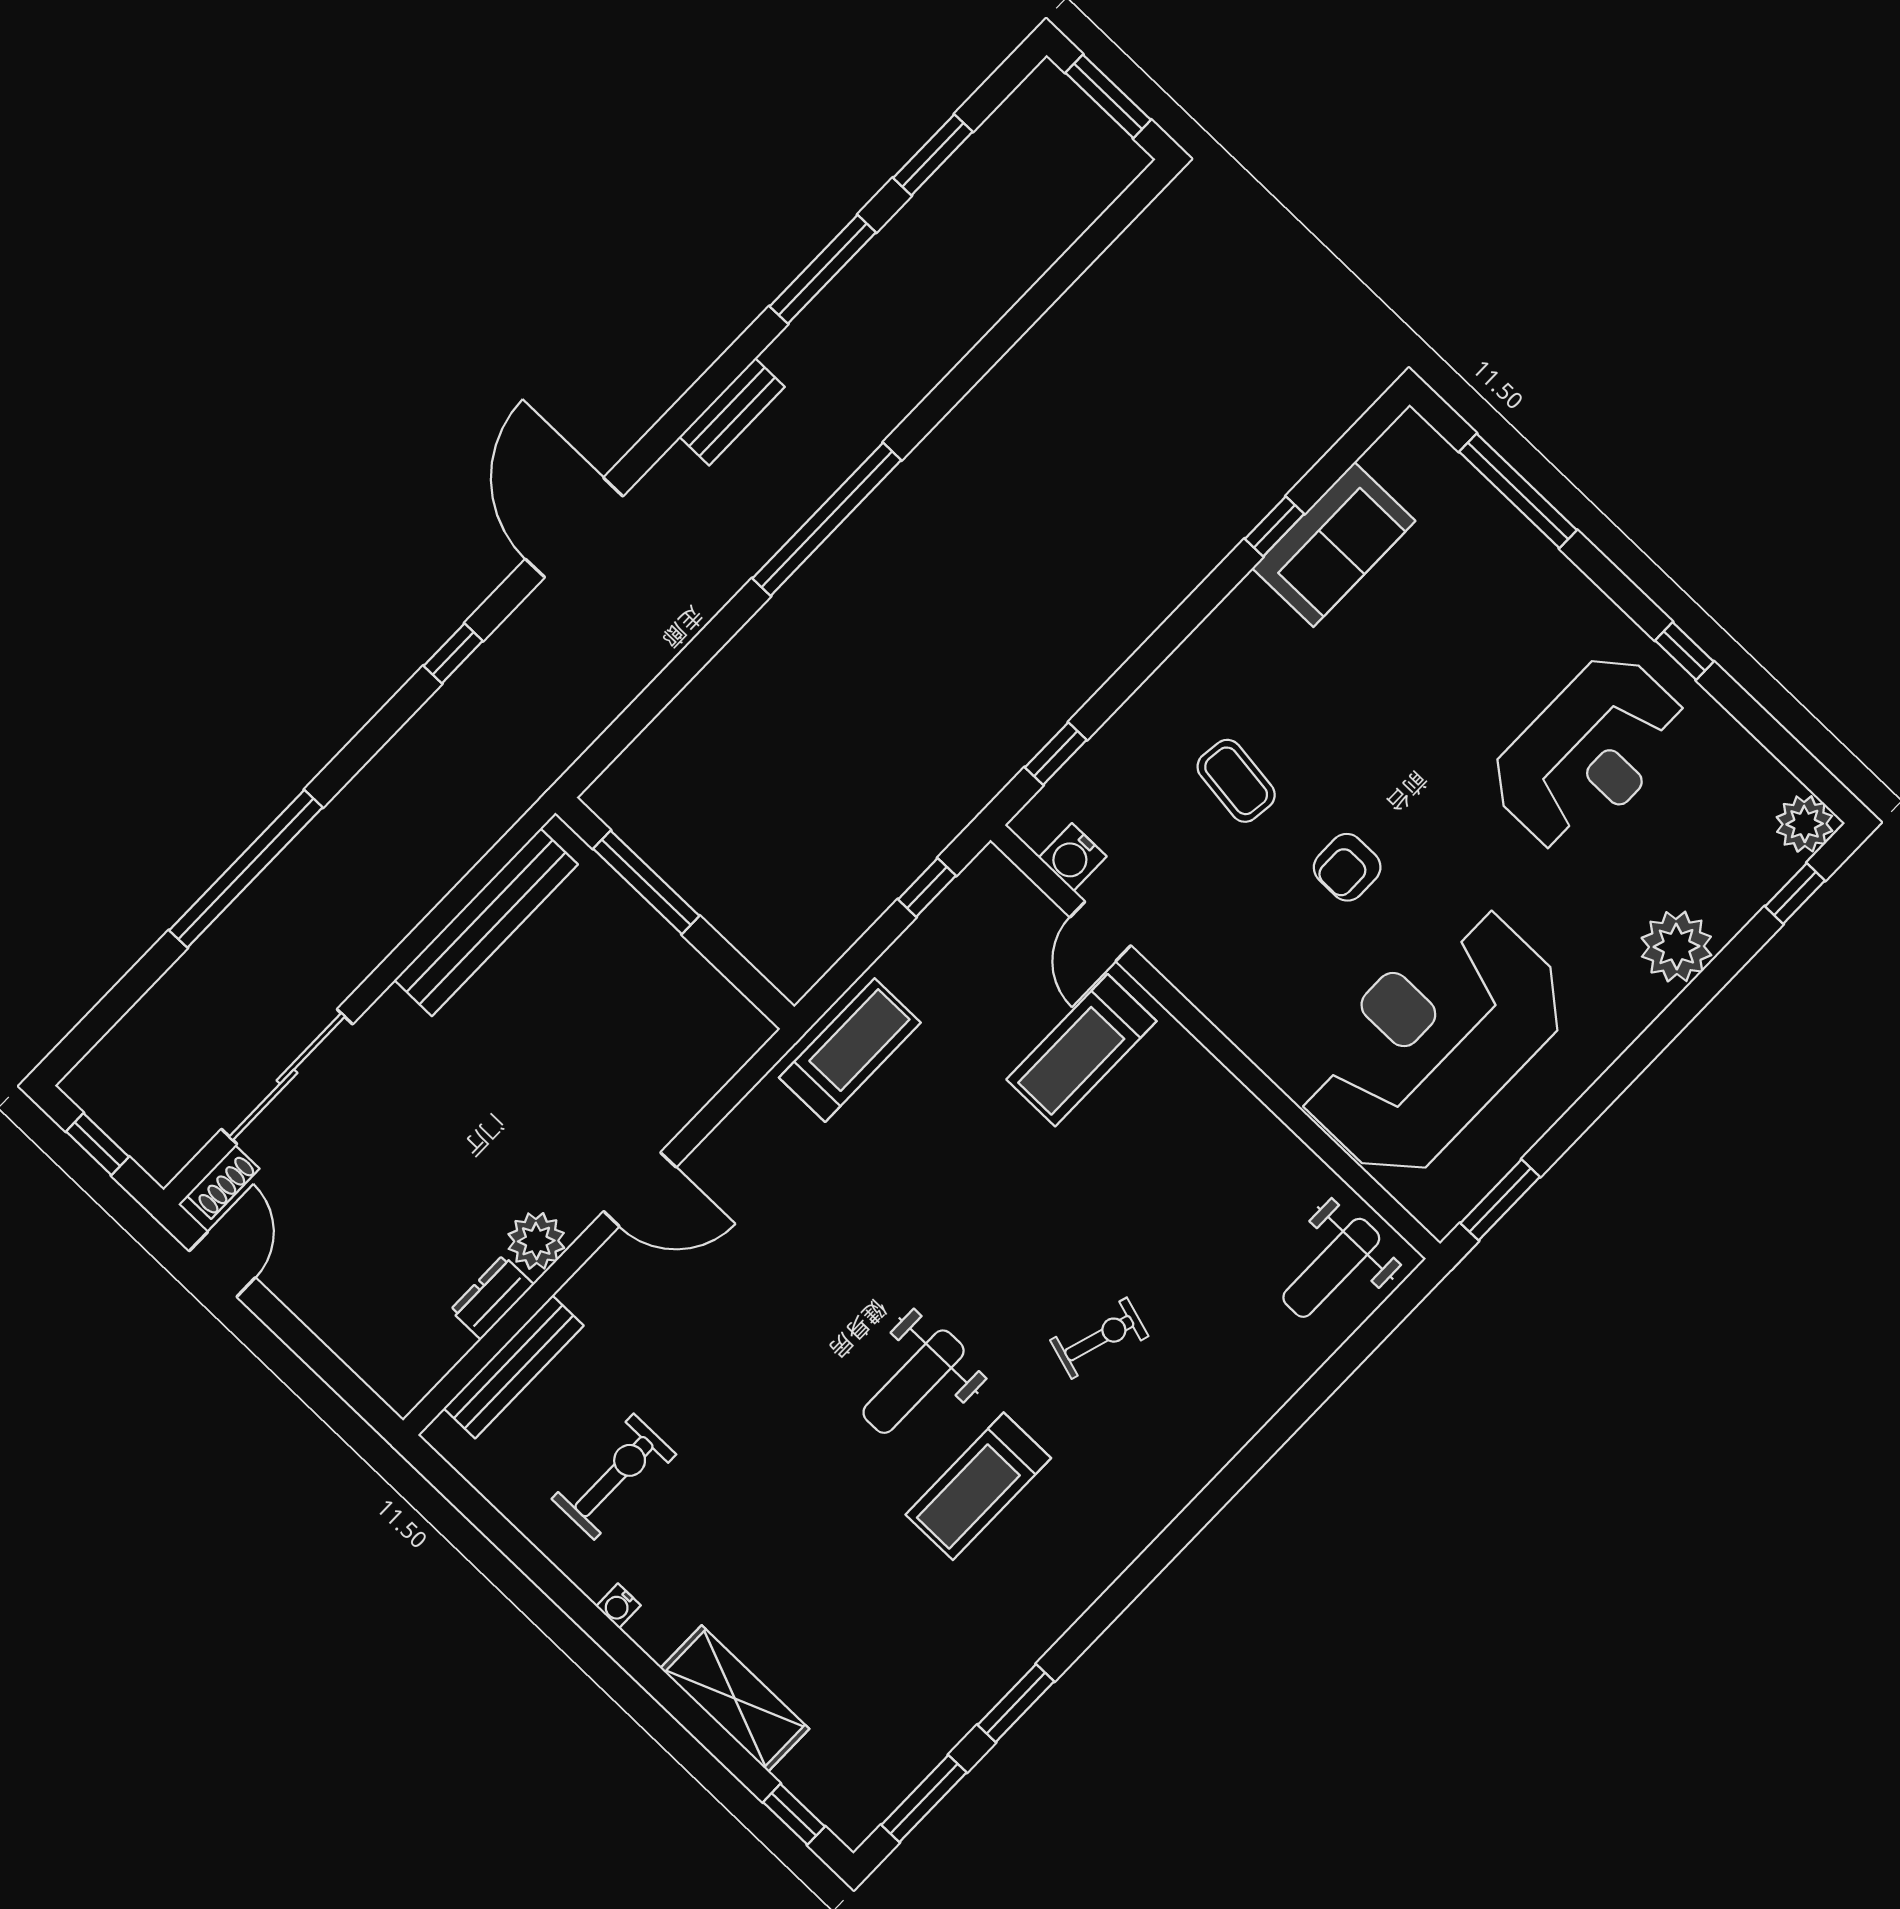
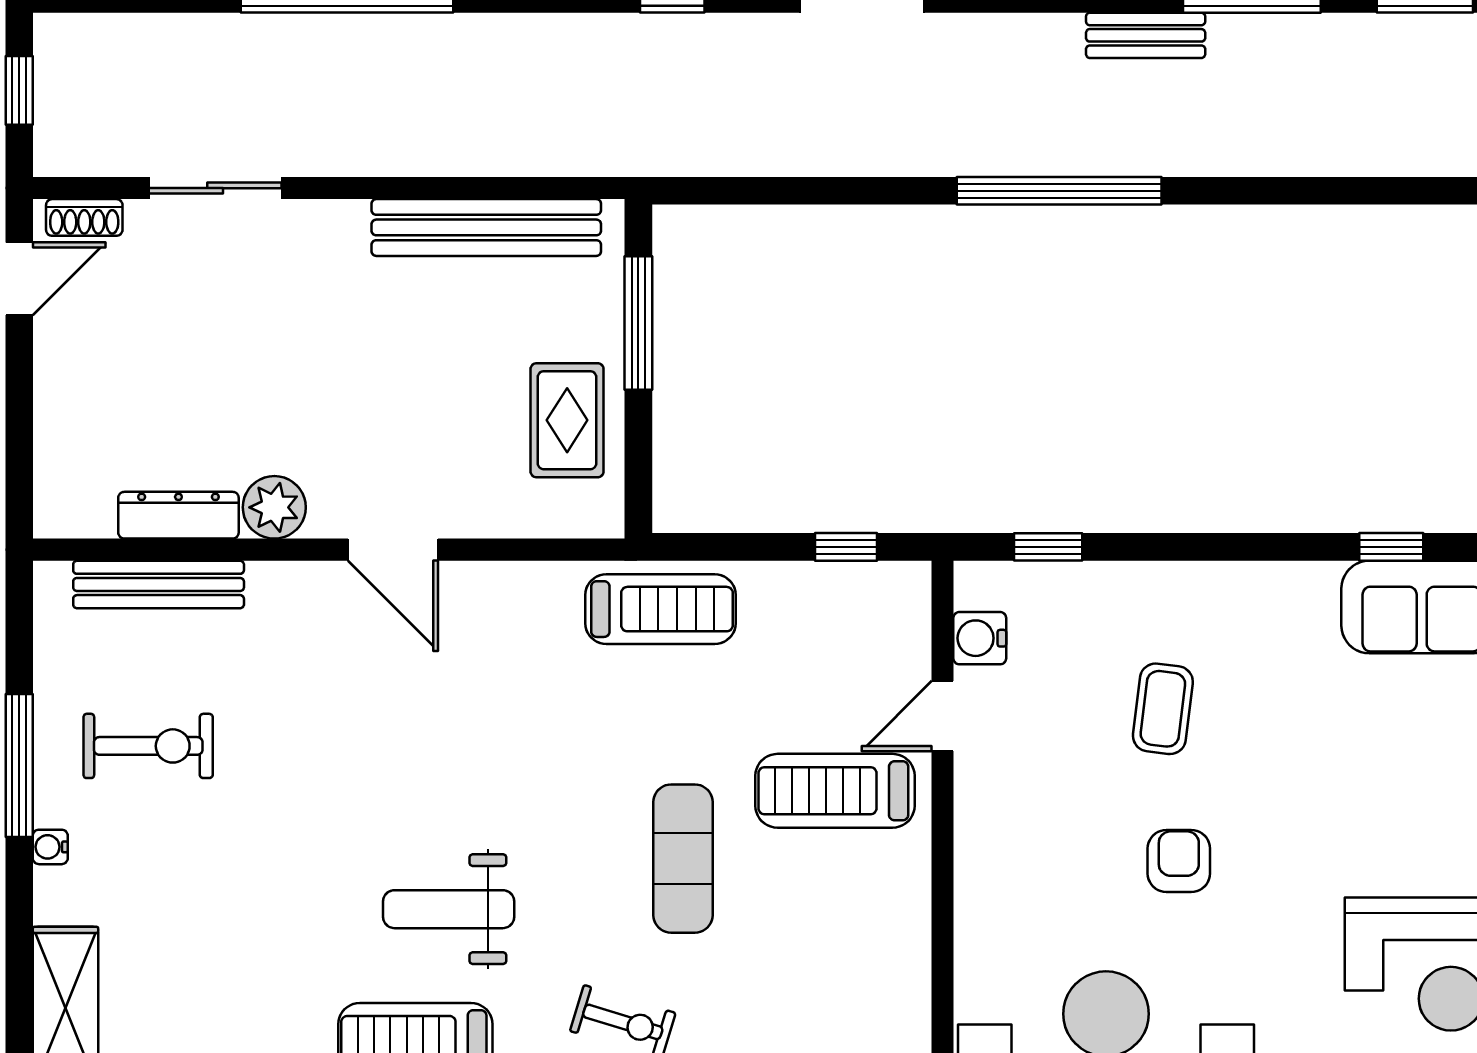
bench: (732, 412) -> (1146, 35), moved
armchair: (1347, 867) -> (1179, 861), turned 90
rug: (665, 992) -> (567, 420), added
sliding door: (287, 1077) -> (215, 188), width x0.73
exercise mat: (1029, 1194) -> (683, 859), added
dresser: (492, 1297) -> (178, 515), width x1.44
window: (545, 1575) -> (19, 766), added

